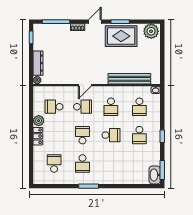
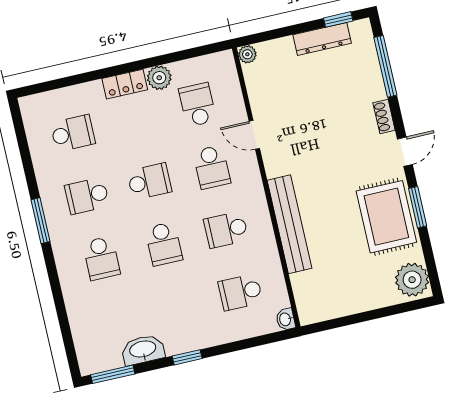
door: (95, 22) -> (405, 152), hinge flipped
dresser: (38, 63) -> (322, 39), moved
bench: (129, 79) -> (289, 224), moved
door: (85, 85) -> (254, 135), moved
school desk: (139, 135) -> (101, 258), moved, turned -90
washbasin: (155, 175) -> (143, 350), moved

